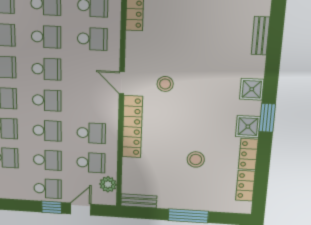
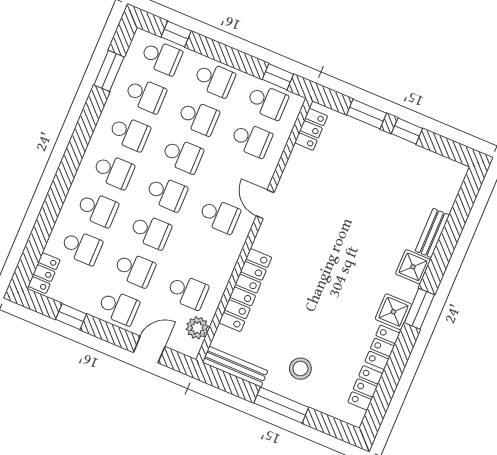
bench: (260, 36) -> (432, 233), moved
stool: (165, 84) -> (315, 224), removed
locker: (132, 127) -> (245, 290), moved
school desk: (91, 133) -> (220, 216), moved
stool: (196, 159) -> (300, 369), moved
bench: (139, 201) -> (235, 367), width x1.36
window: (52, 207) -> (71, 317), moved

